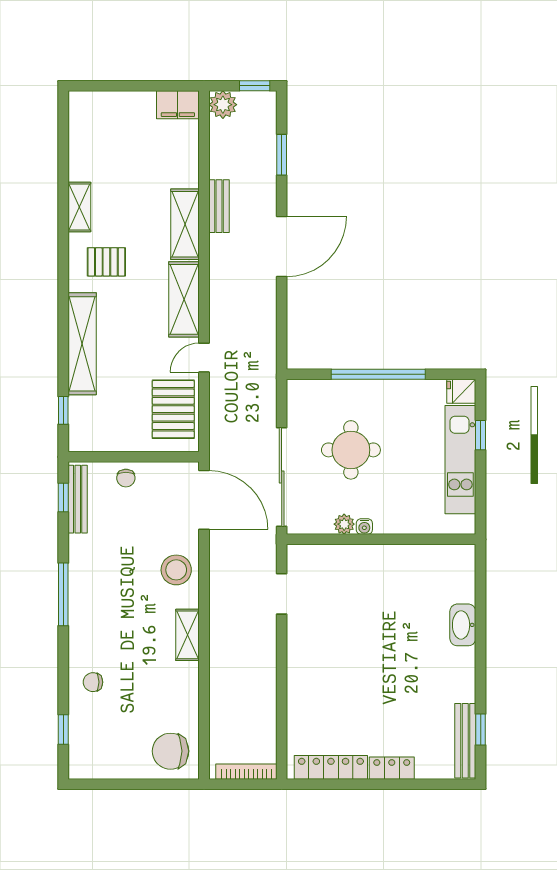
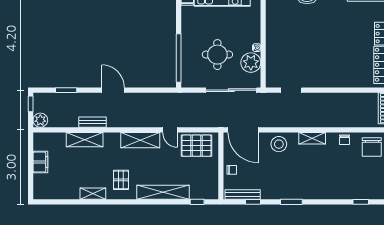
filing cabinet: (178, 105) -> (40, 162), moved
shelving: (185, 224) -> (85, 140), moved
door: (282, 246) -> (113, 90), width x0.73
window: (378, 374) -> (179, 58), moved
window: (63, 497) -> (253, 202), moved
door: (204, 500) -> (243, 130), swing flipped
plant: (344, 524) -> (251, 63), width x1.88, depth x1.88
window: (63, 594) -> (291, 202), width x0.69
chair: (93, 682) -> (344, 140), moved

